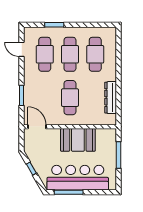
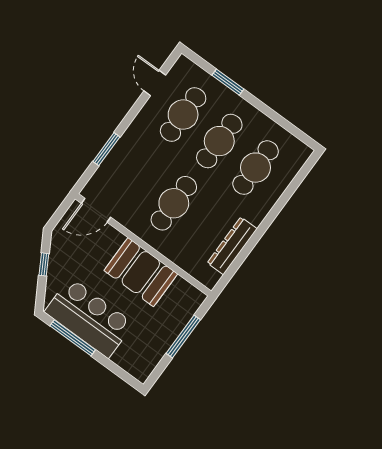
door: (37, 127) -> (96, 210), swing flipped
bar counter: (78, 178) -> (89, 318), width x0.73

